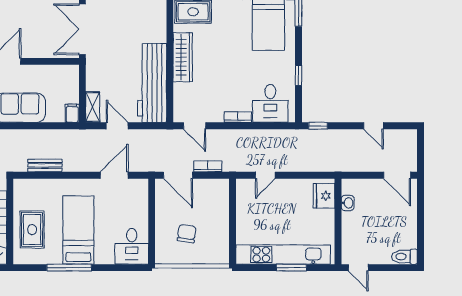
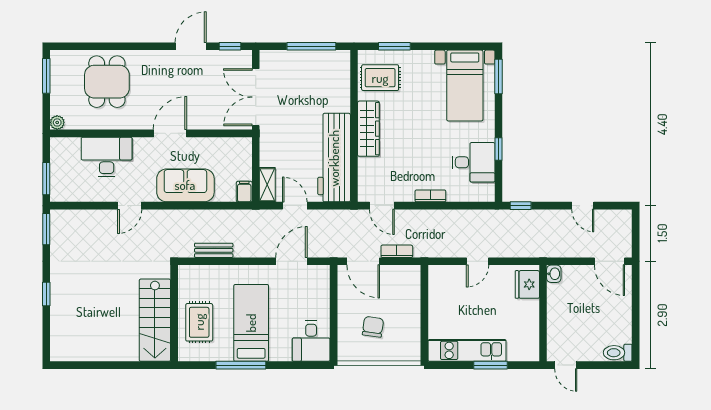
desk: (270, 103) -> (473, 162), moved, turned -90
door: (265, 175) -> (477, 261), moved
washbasin: (348, 203) -> (554, 274), moved
kitchen unit: (283, 255) -> (467, 350), width x0.73

